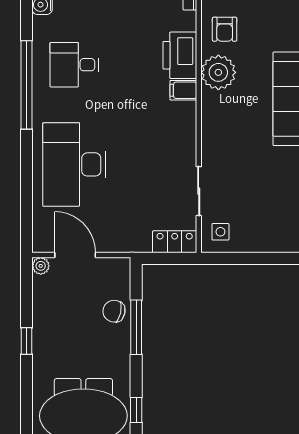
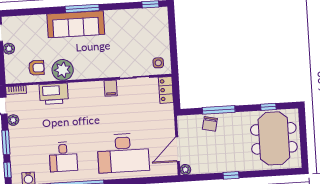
filing cabinet: (183, 90) -> (111, 88), moved

